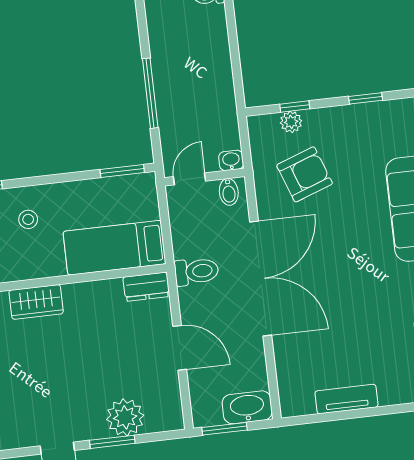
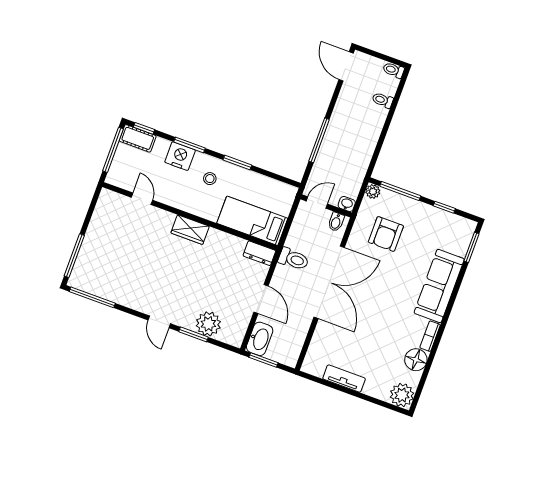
window: (295, 106) -> (400, 191), width x2.17
plant: (291, 122) -> (373, 191), moved
window: (122, 171) -> (237, 163), moved
armchair: (305, 174) -> (386, 234), turned 110
washbasin: (247, 407) -> (260, 339), moved, turned 90

